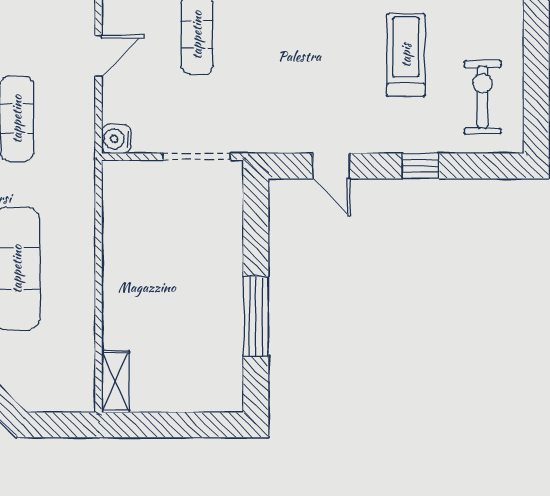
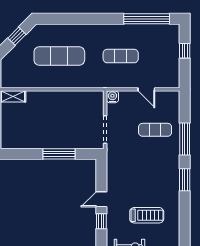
door: (331, 166) -> (101, 199), moved
window: (256, 316) -> (59, 154), moved

